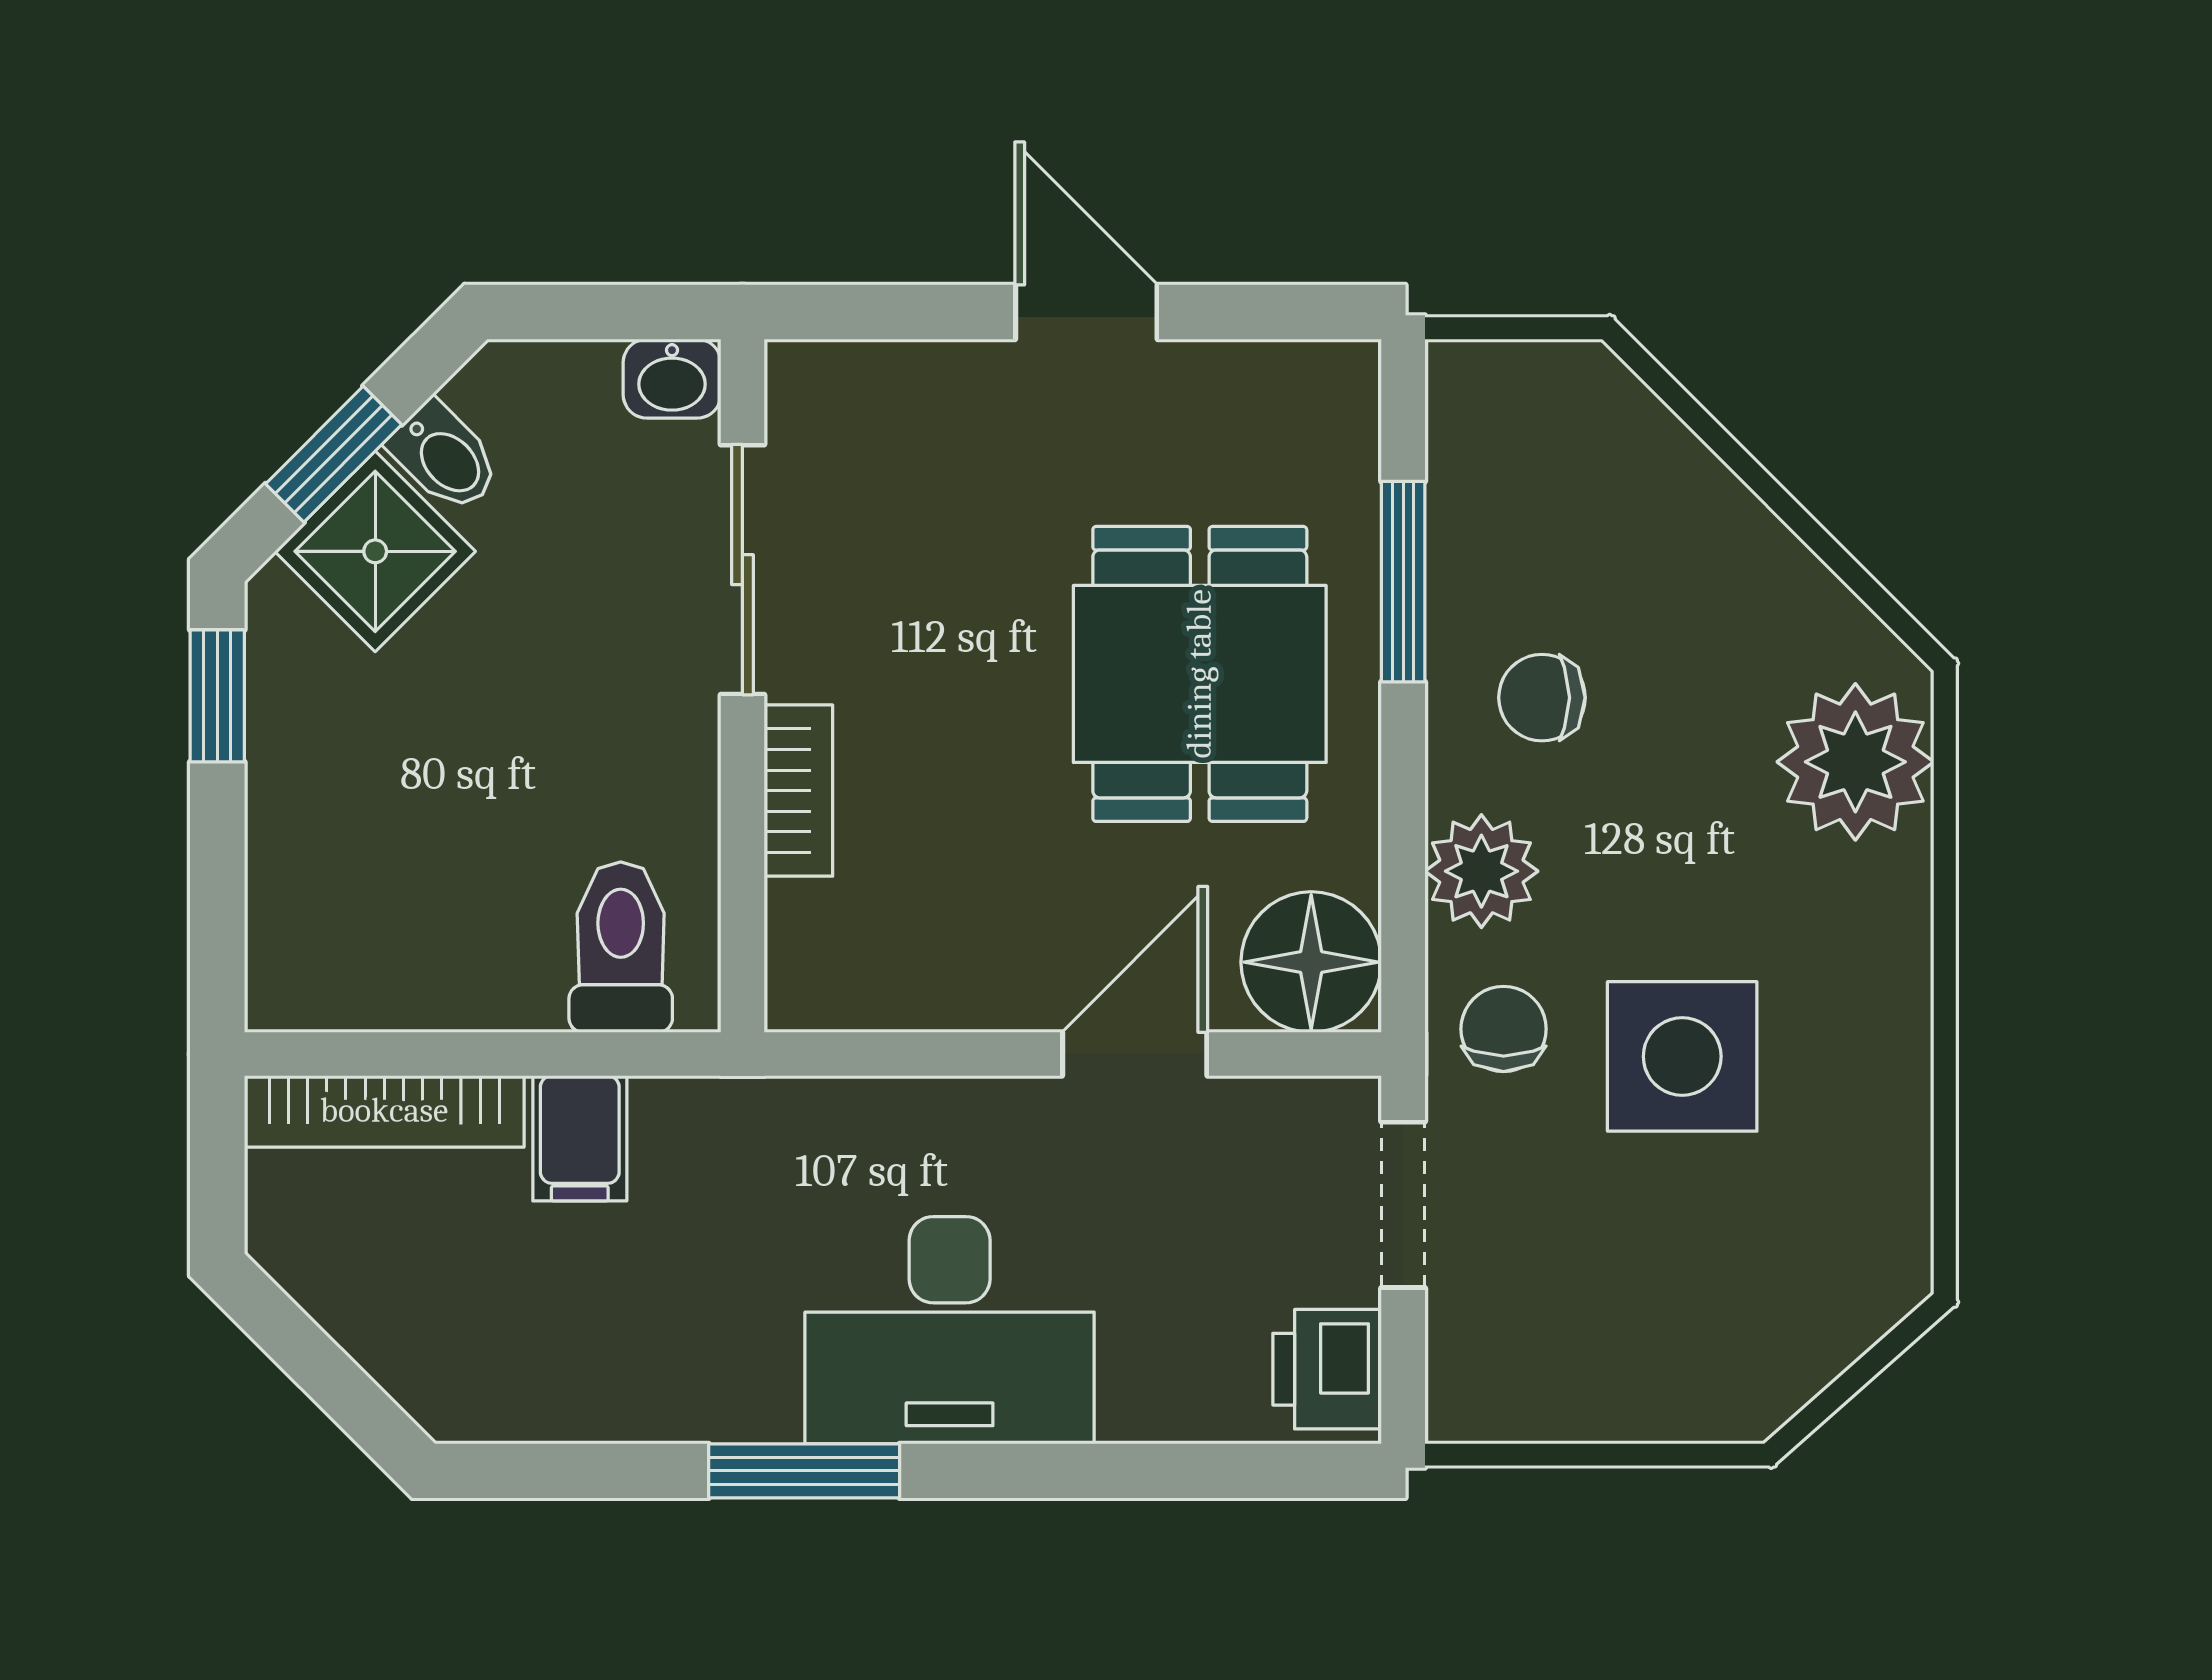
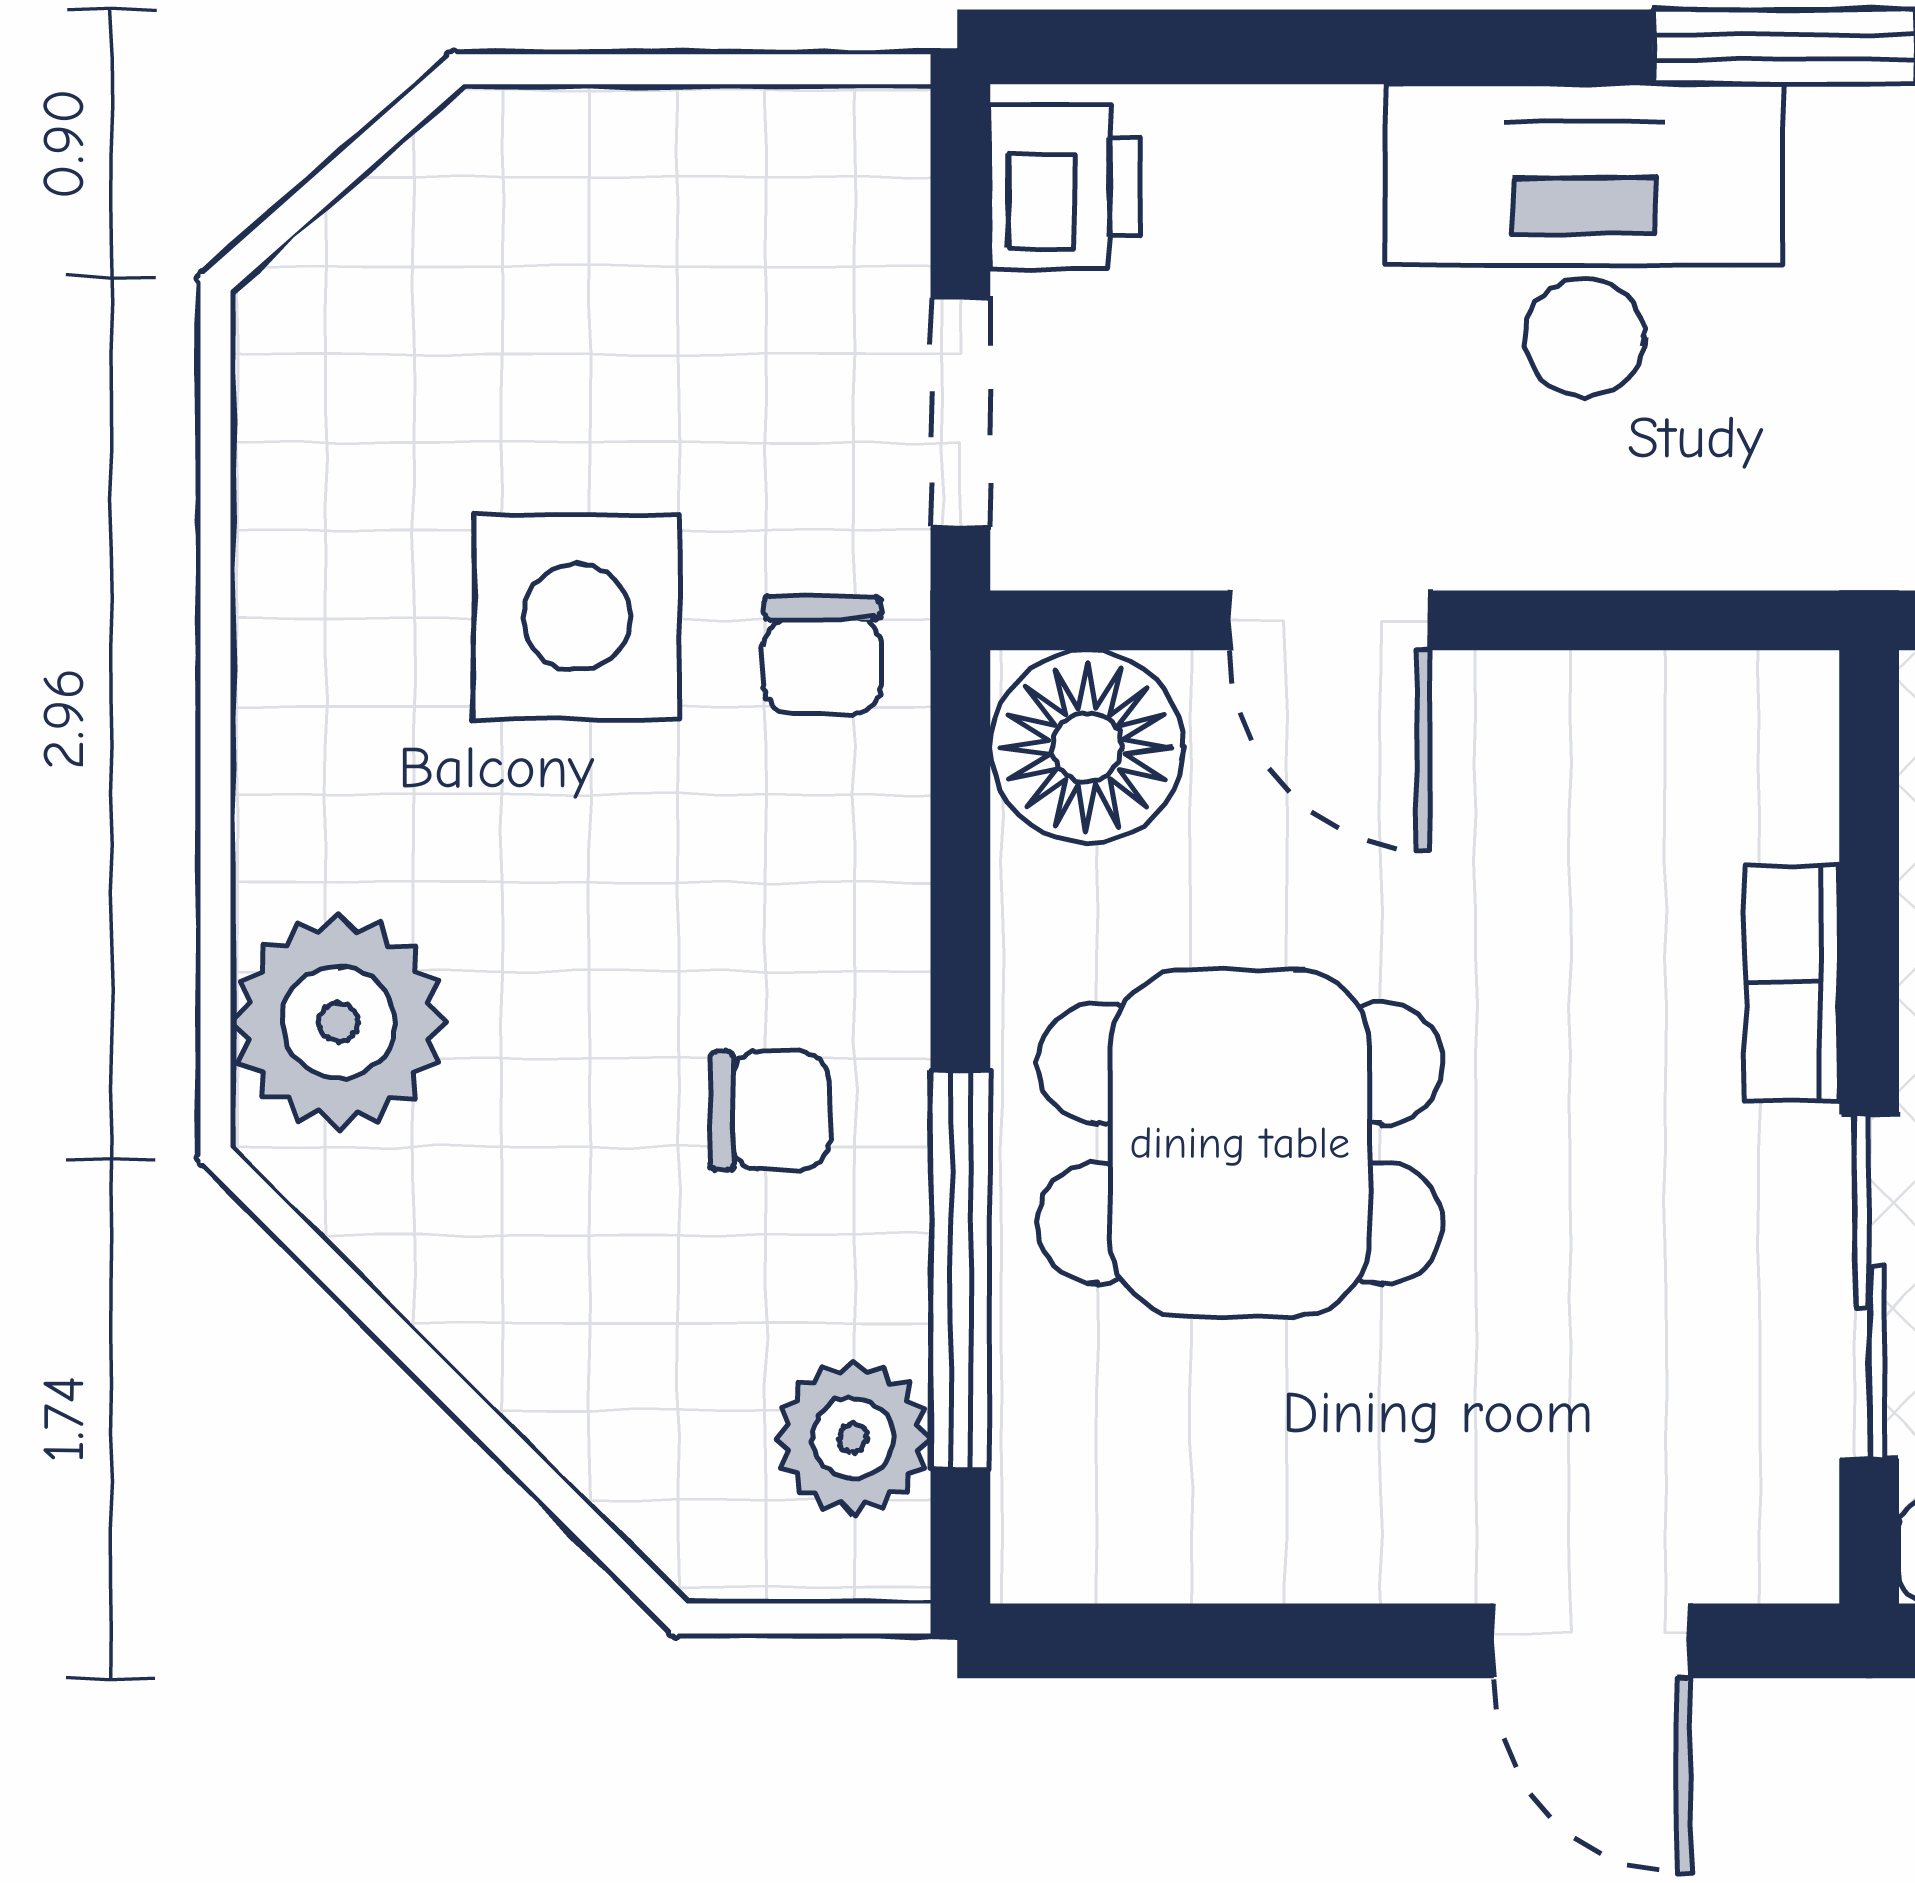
door: (1086, 312) -> (1592, 1641), moved
window: (1403, 582) -> (960, 1270), width x1.44
dining table: (1200, 674) -> (1240, 1143), turned 90
plant: (1481, 871) -> (853, 1438), moved
door: (1135, 1054) -> (1330, 620), hinge flipped

